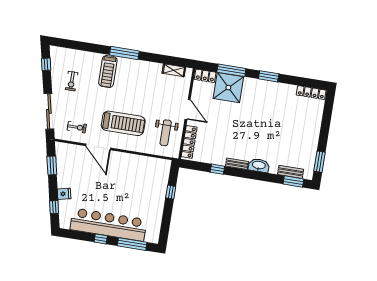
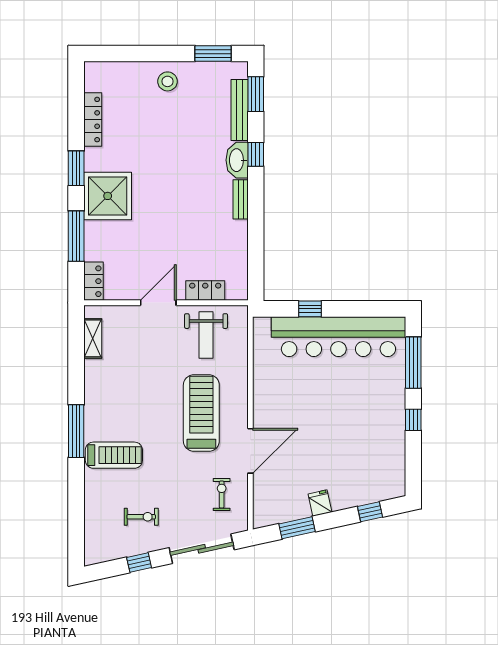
window: (46, 64) -> (139, 562), moved
shower: (228, 88) -> (108, 196), moved
locker: (311, 93) -> (93, 120), moved
weight bench: (166, 133) -> (206, 335), turned 90
stool: (308, 134) -> (167, 81), added
locker: (189, 142) -> (205, 291), width x0.66
window: (217, 169) -> (256, 154), moved
bench: (291, 172) -> (240, 110), width x1.36
fridge: (64, 194) -> (320, 503), moved
bar counter: (108, 225) -> (338, 337), moved, turned -90

